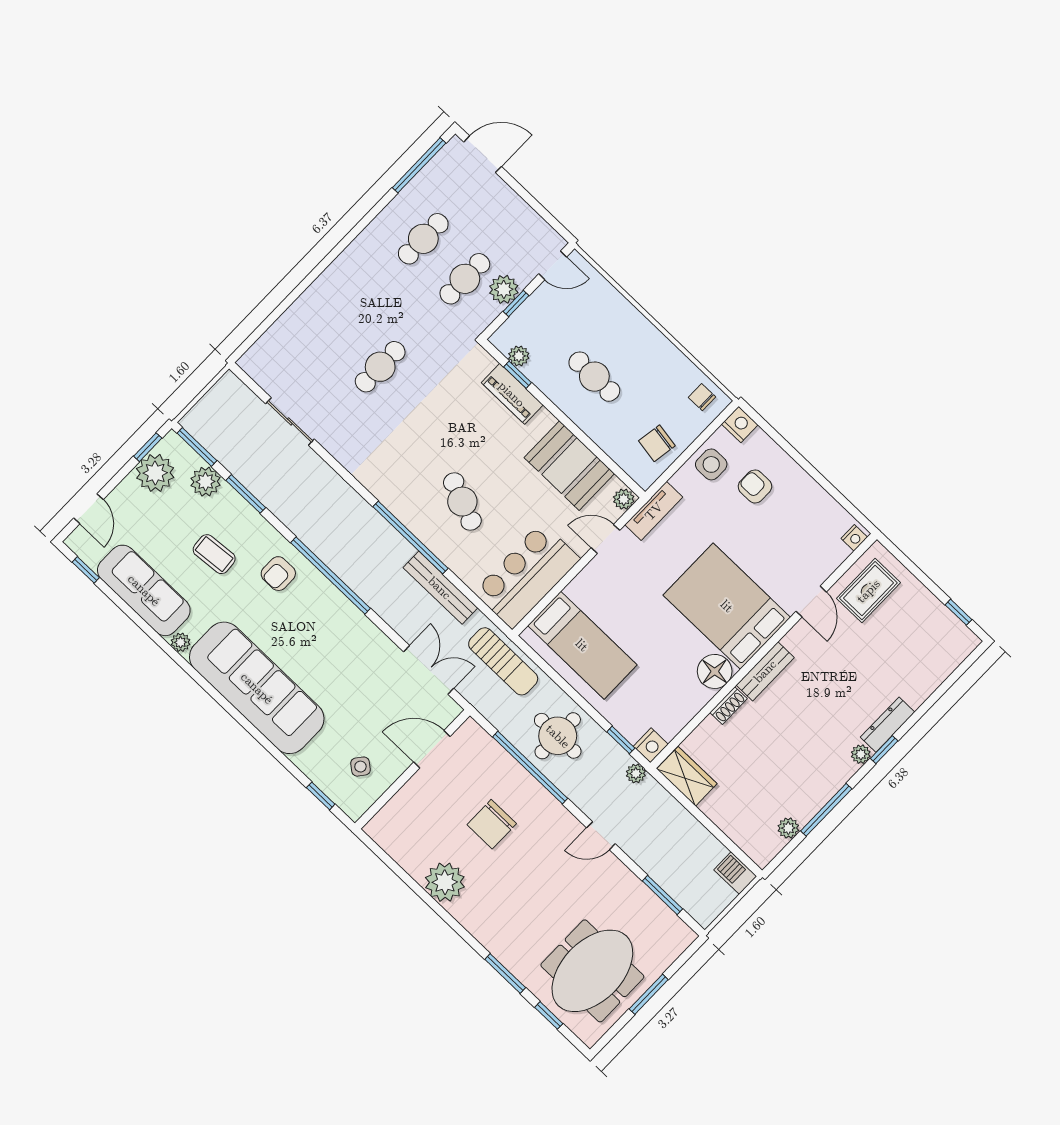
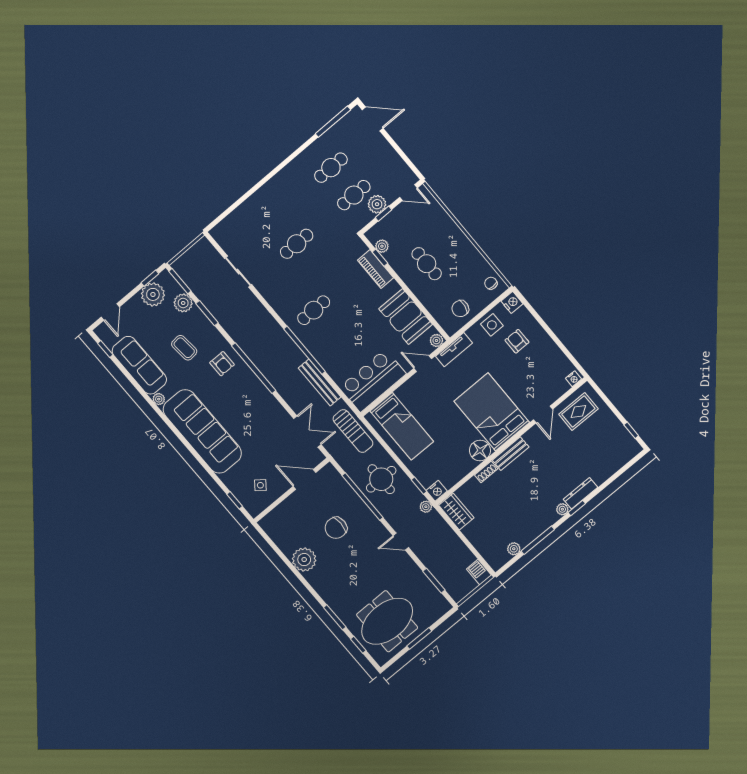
cafe table: (462, 502) -> (314, 310), moved, turned 68
armchair: (278, 574) -> (222, 364), turned -90

